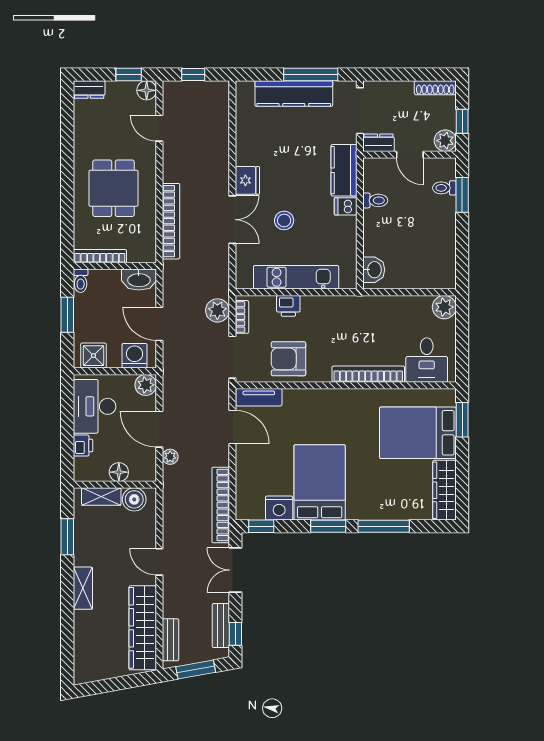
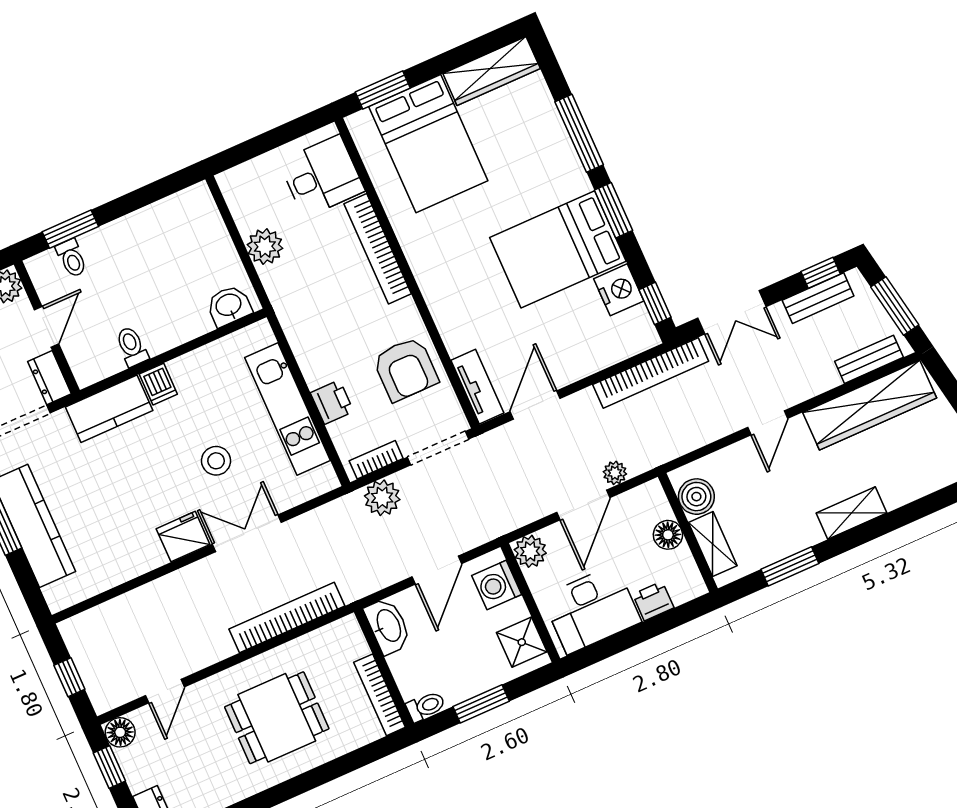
plant: (444, 307) -> (265, 247), moved

